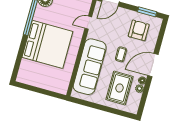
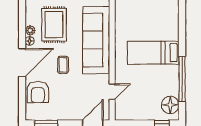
armchair: (139, 30) -> (38, 92), moved
bed: (47, 44) -> (153, 53), width x0.49

